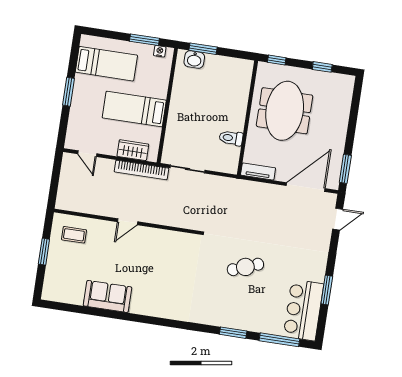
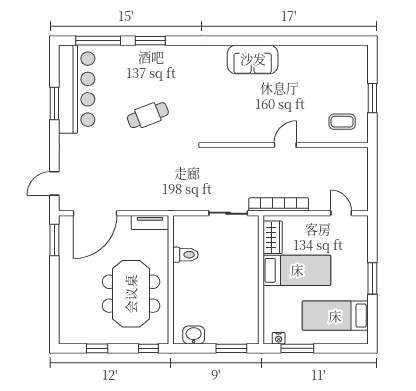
washbasin: (194, 60) -> (194, 335), moved
wardrobe: (133, 150) -> (273, 237), moved, turned -90
sofa: (108, 296) -> (253, 59), moved
bar counter: (303, 310) -> (77, 89), width x1.36

